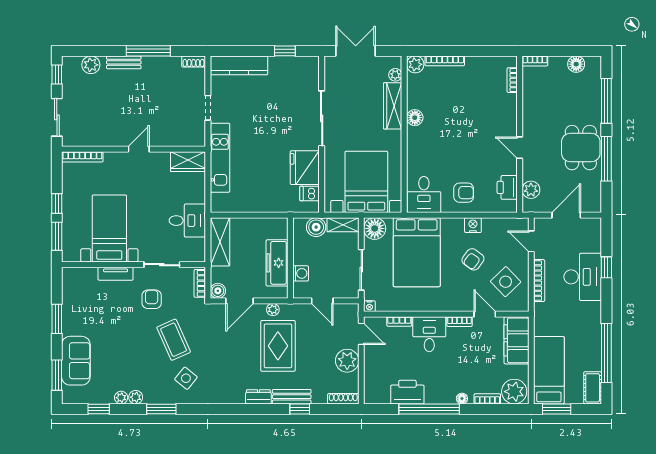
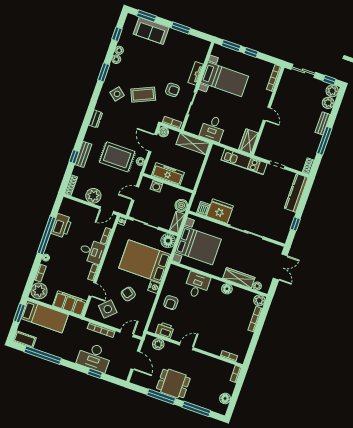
plant: (71, 65) -> (332, 91), added
desk: (424, 194) -> (197, 285), moved, turned 90
nightstand: (473, 225) -> (154, 287), moved
door: (485, 314) -> (92, 290), hinge flipped
dresser: (258, 397) -> (96, 119), moved

